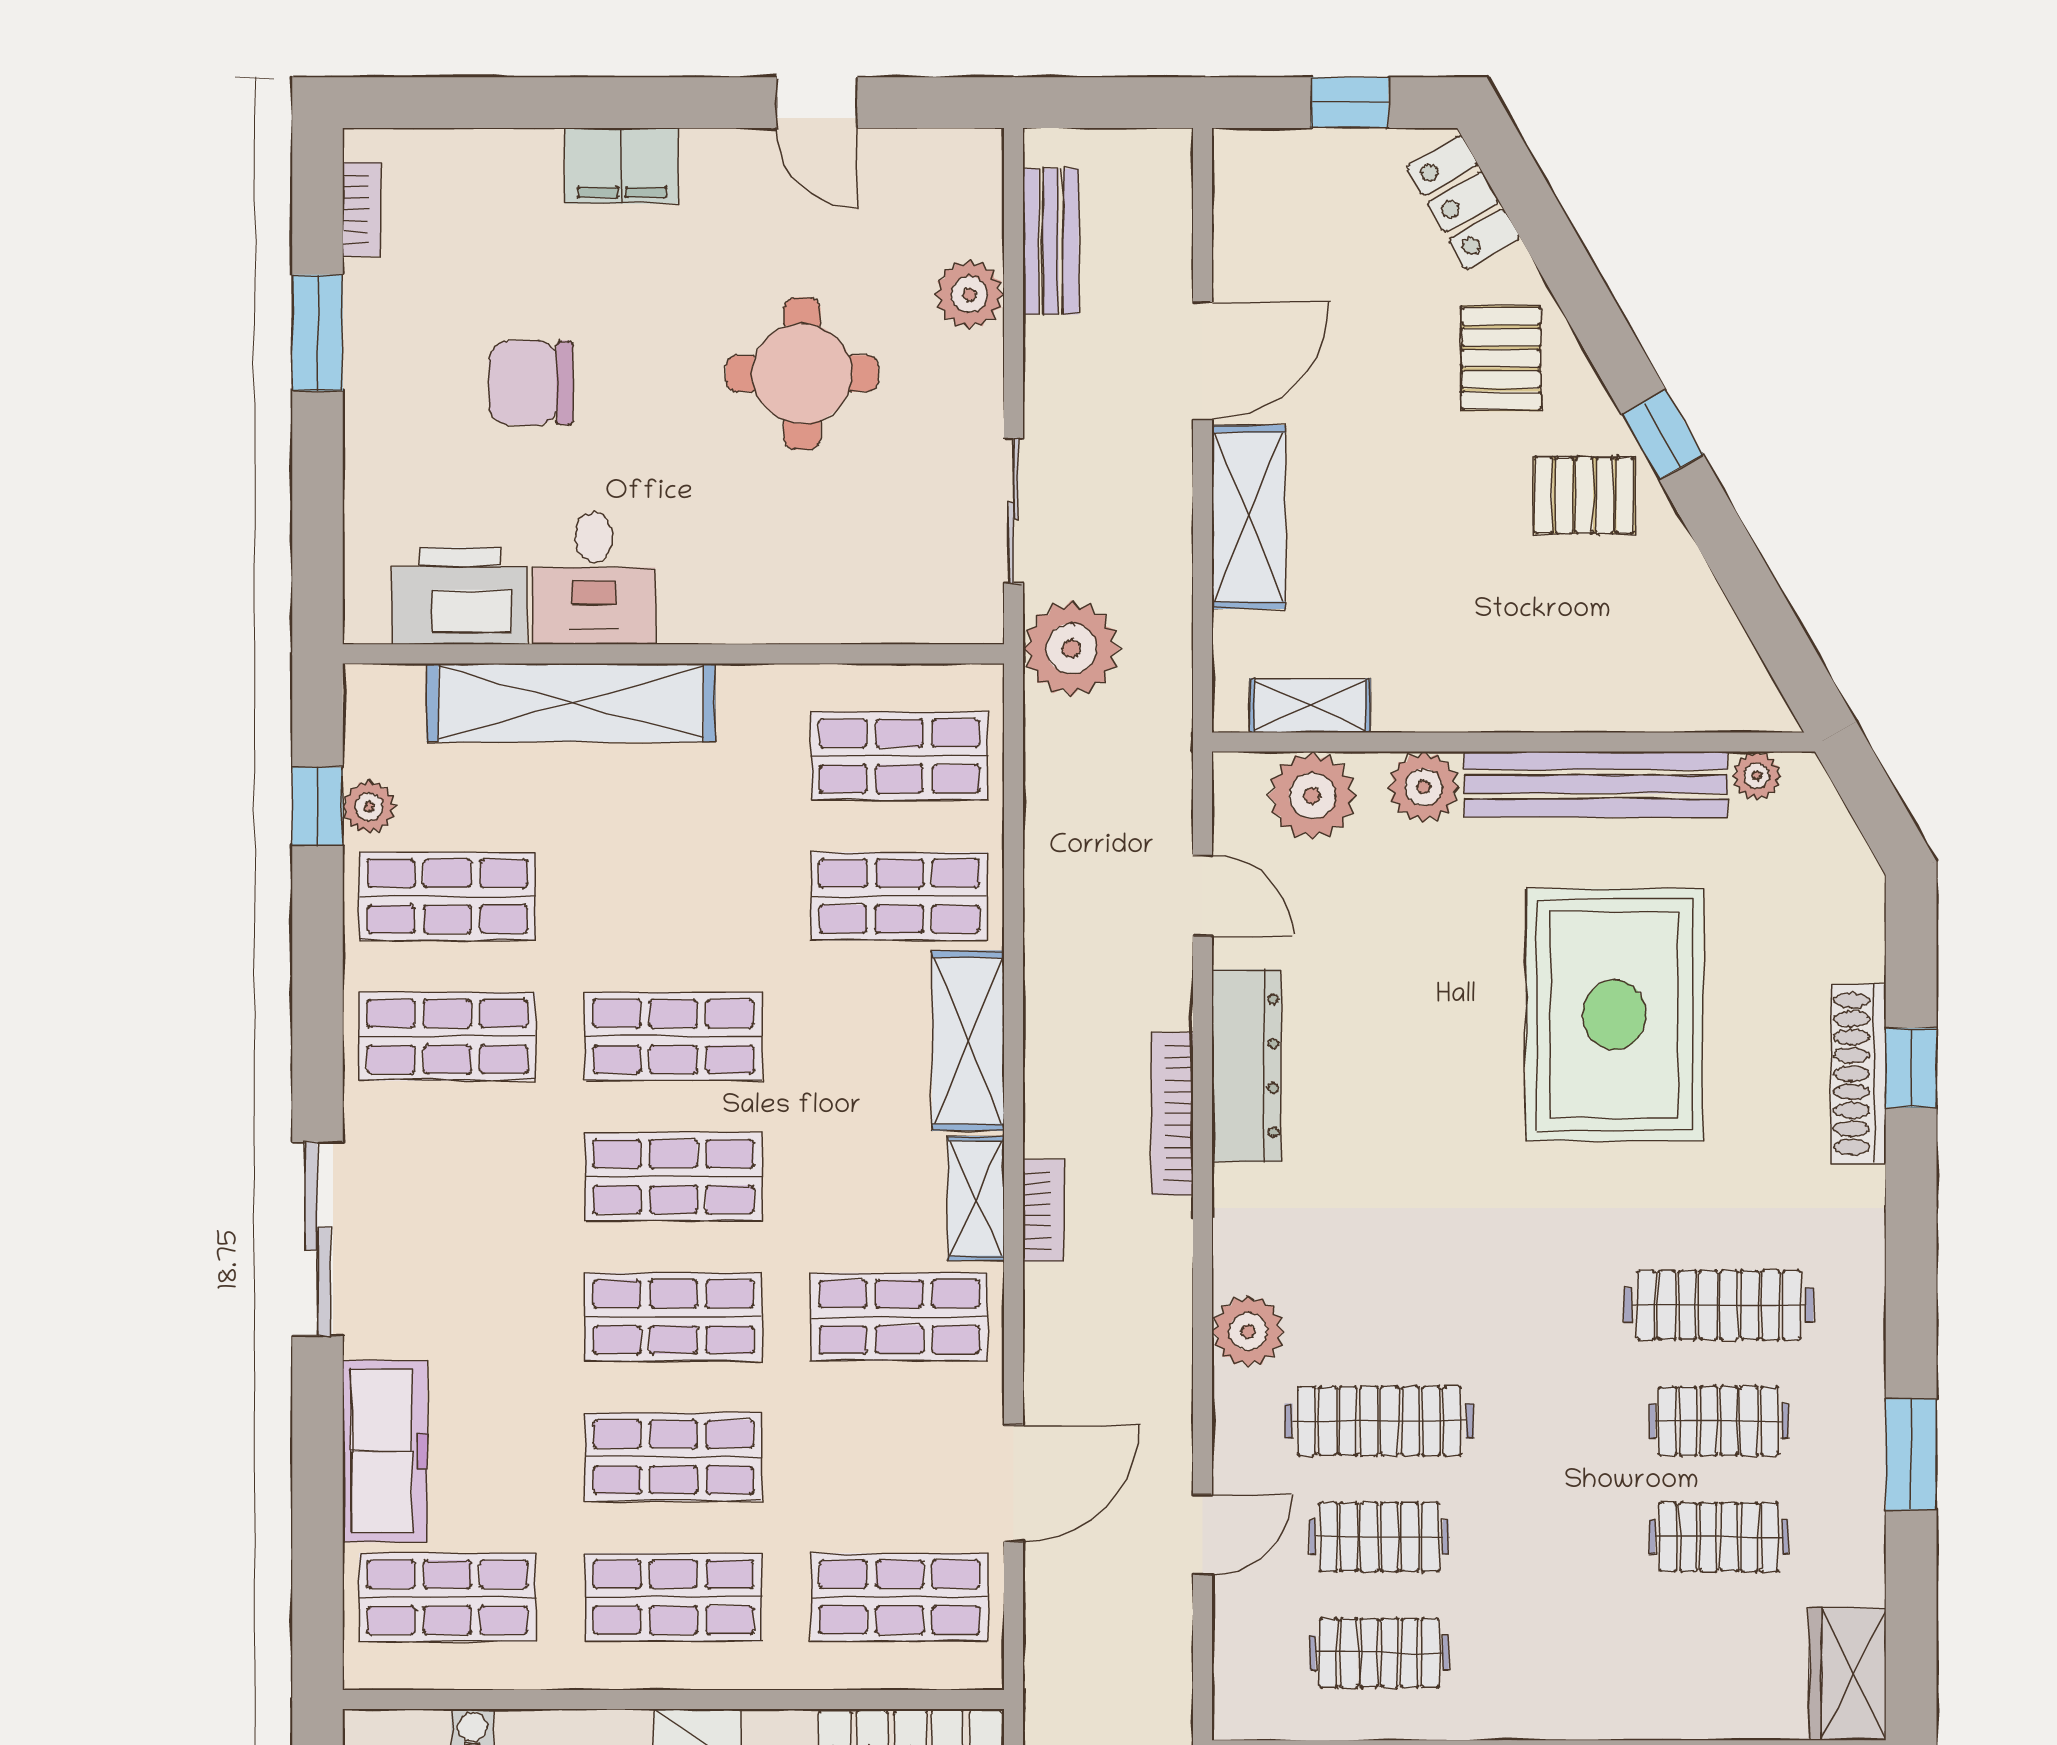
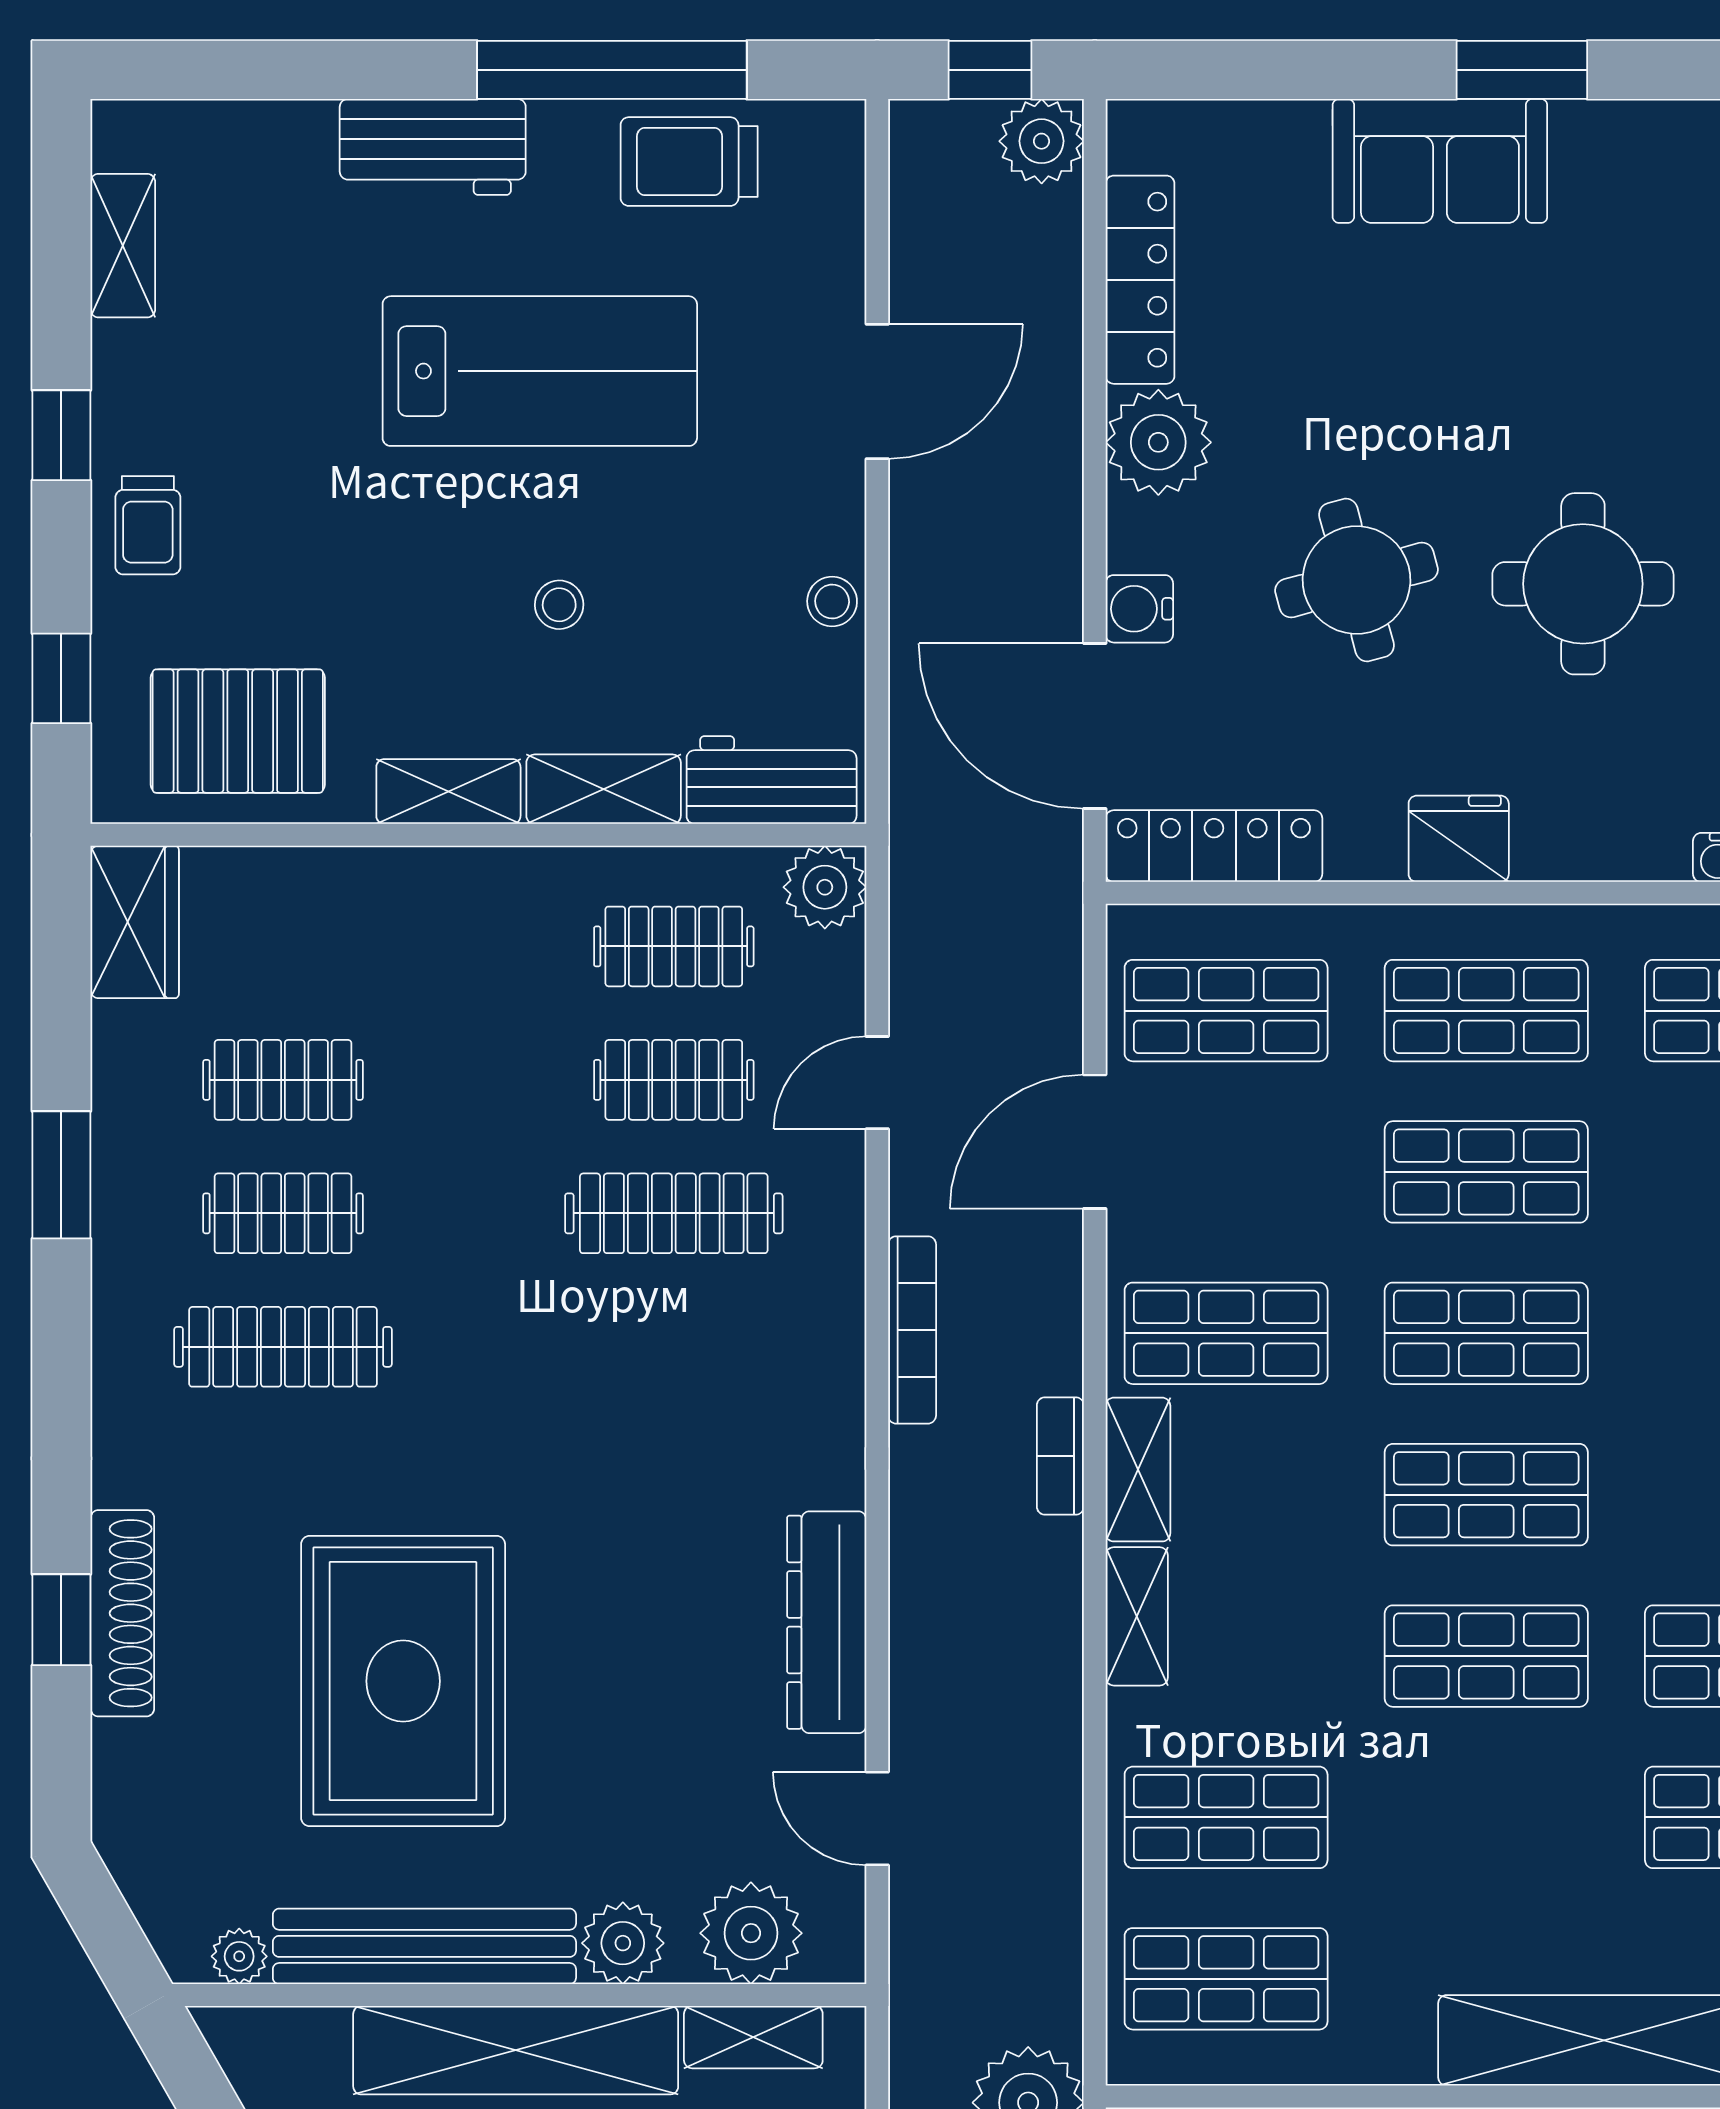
shelving: (1517, 694) -> (516, 2050), added
shelving: (968, 1041) -> (1137, 1616), width x0.67, depth x0.75
bookcase: (1172, 1114) -> (912, 1330), moved
plant: (1248, 1331) -> (825, 887), moved

